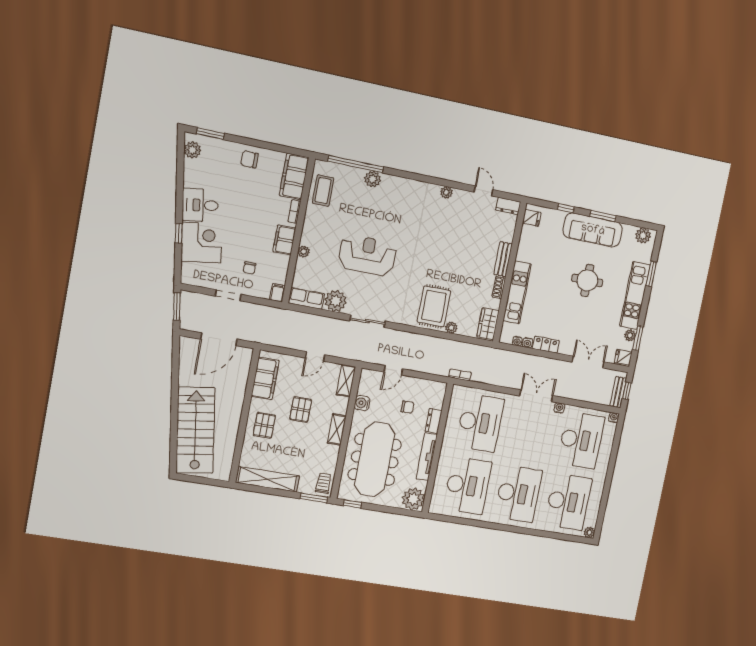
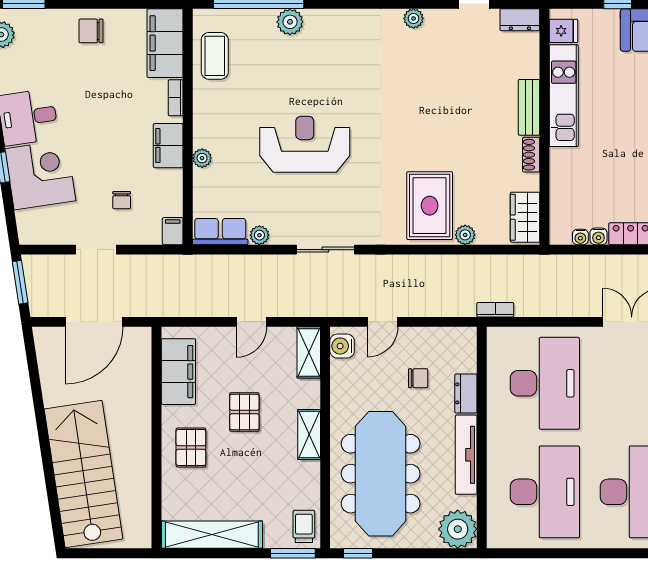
kitchen unit: (517, 292) -> (564, 96), moved
plant: (336, 301) -> (259, 235), width x0.53, depth x0.53
water cooler: (362, 403) -> (342, 346), moved

